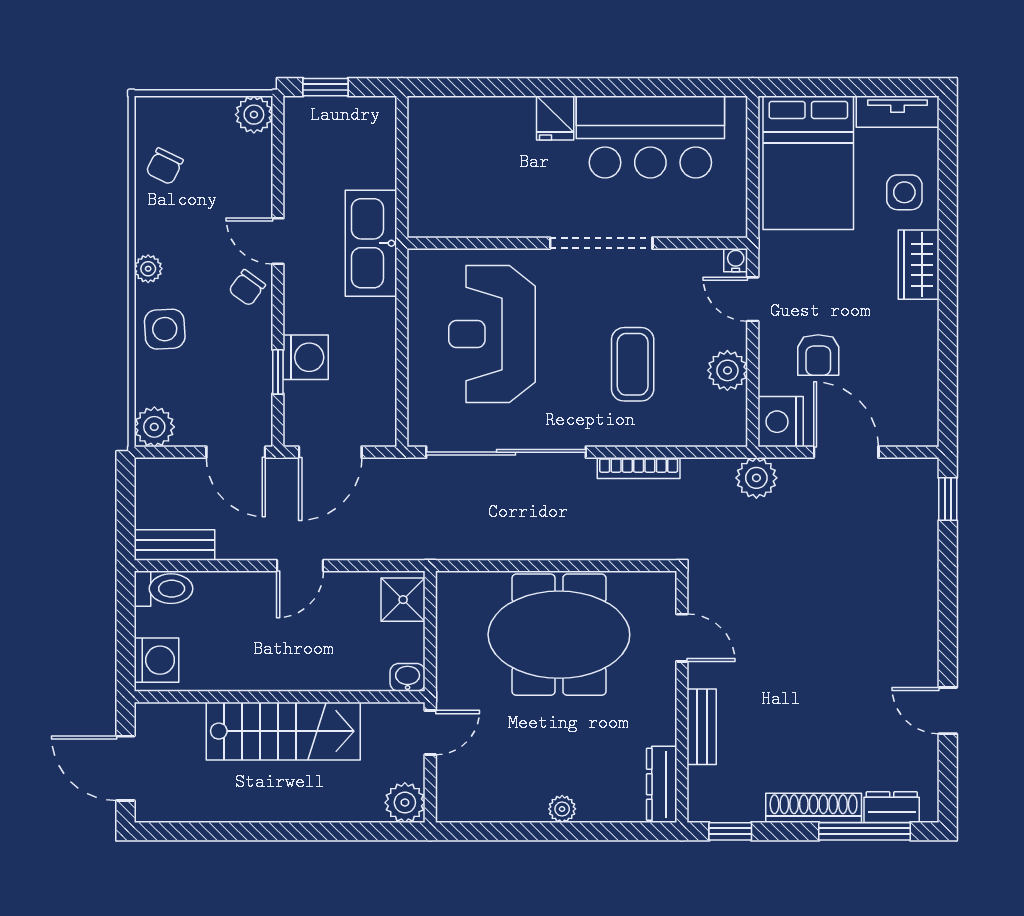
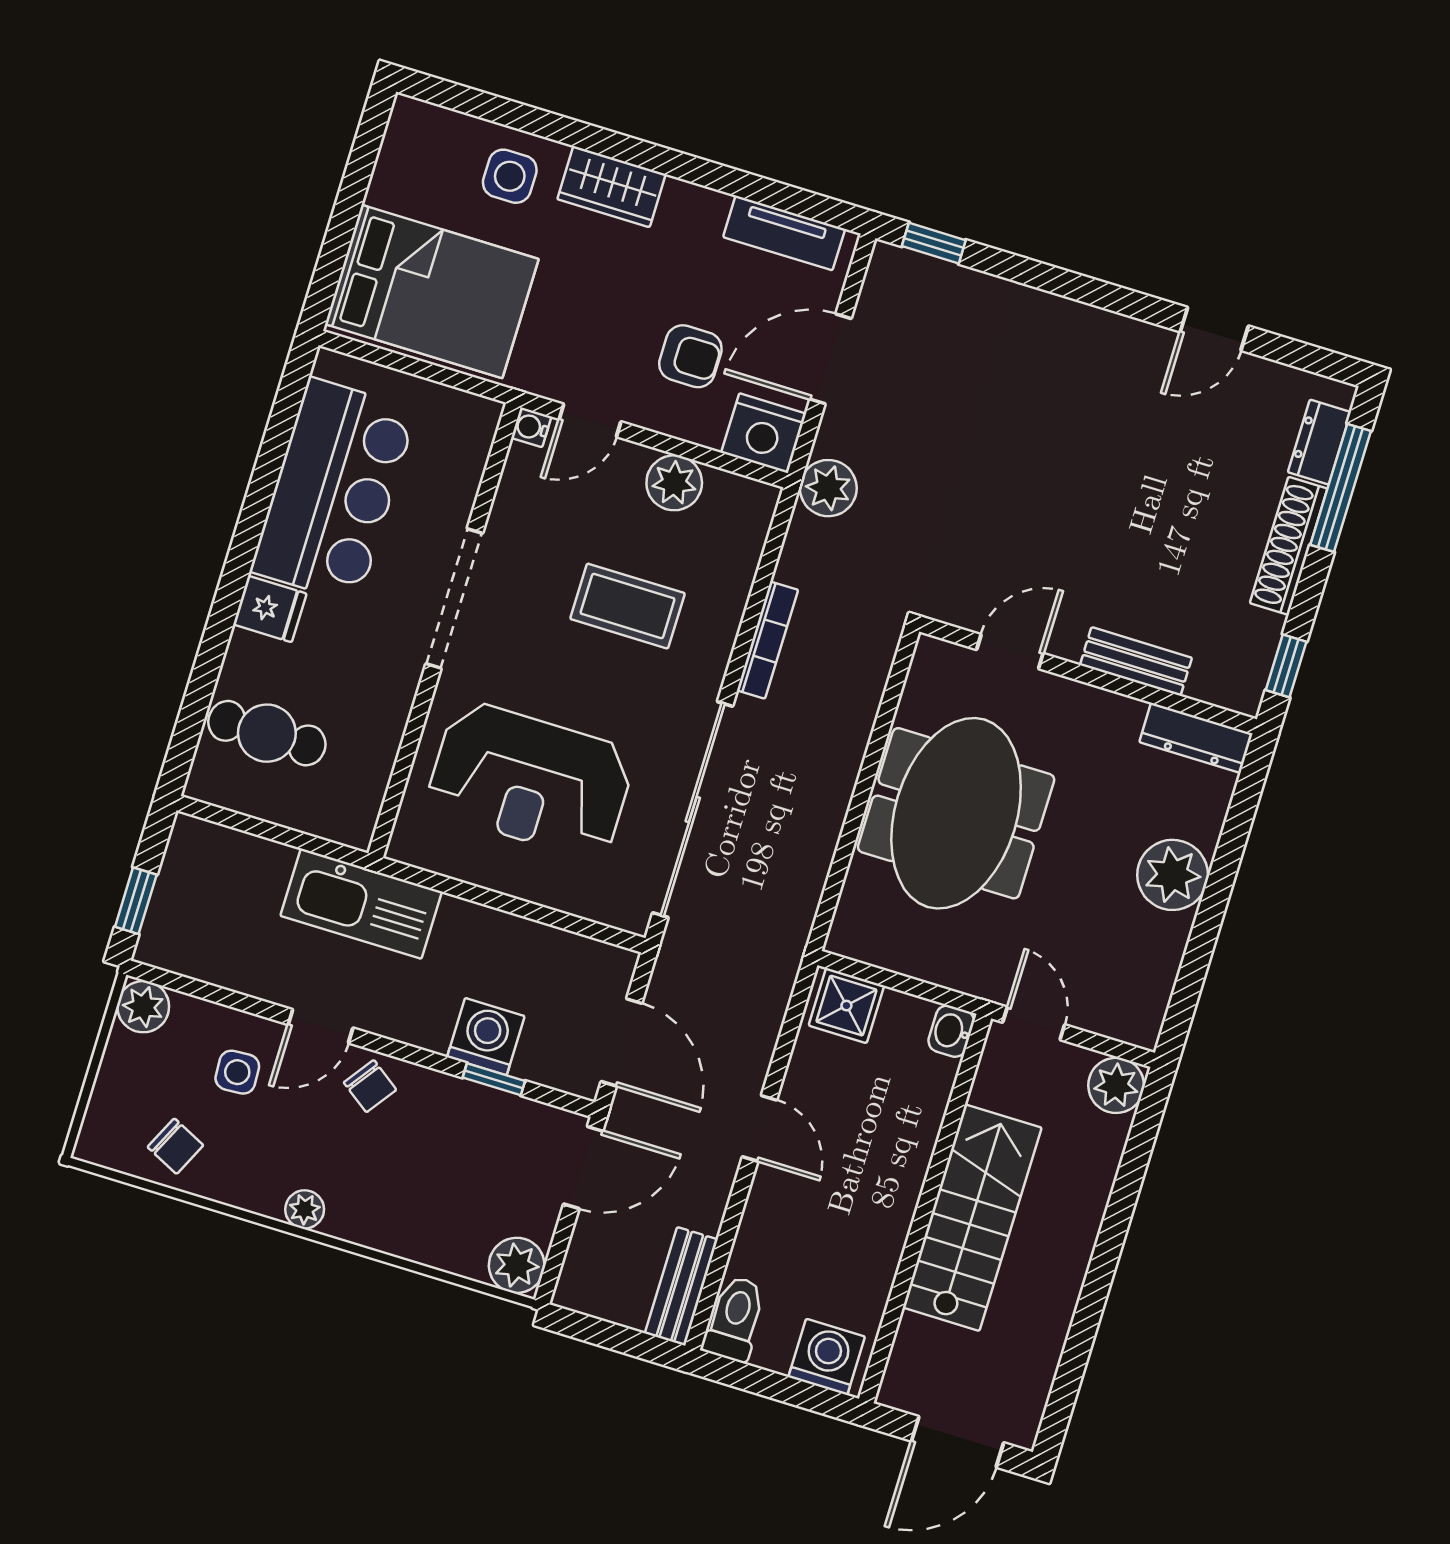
tv unit: (898, 112) -> (784, 233), moved, turned 90
cafe table: (469, 142) -> (267, 733), added
side table: (165, 329) -> (237, 1072), moved, width x0.73, depth x0.73
plant: (562, 809) -> (1173, 875), width x1.88, depth x1.88

